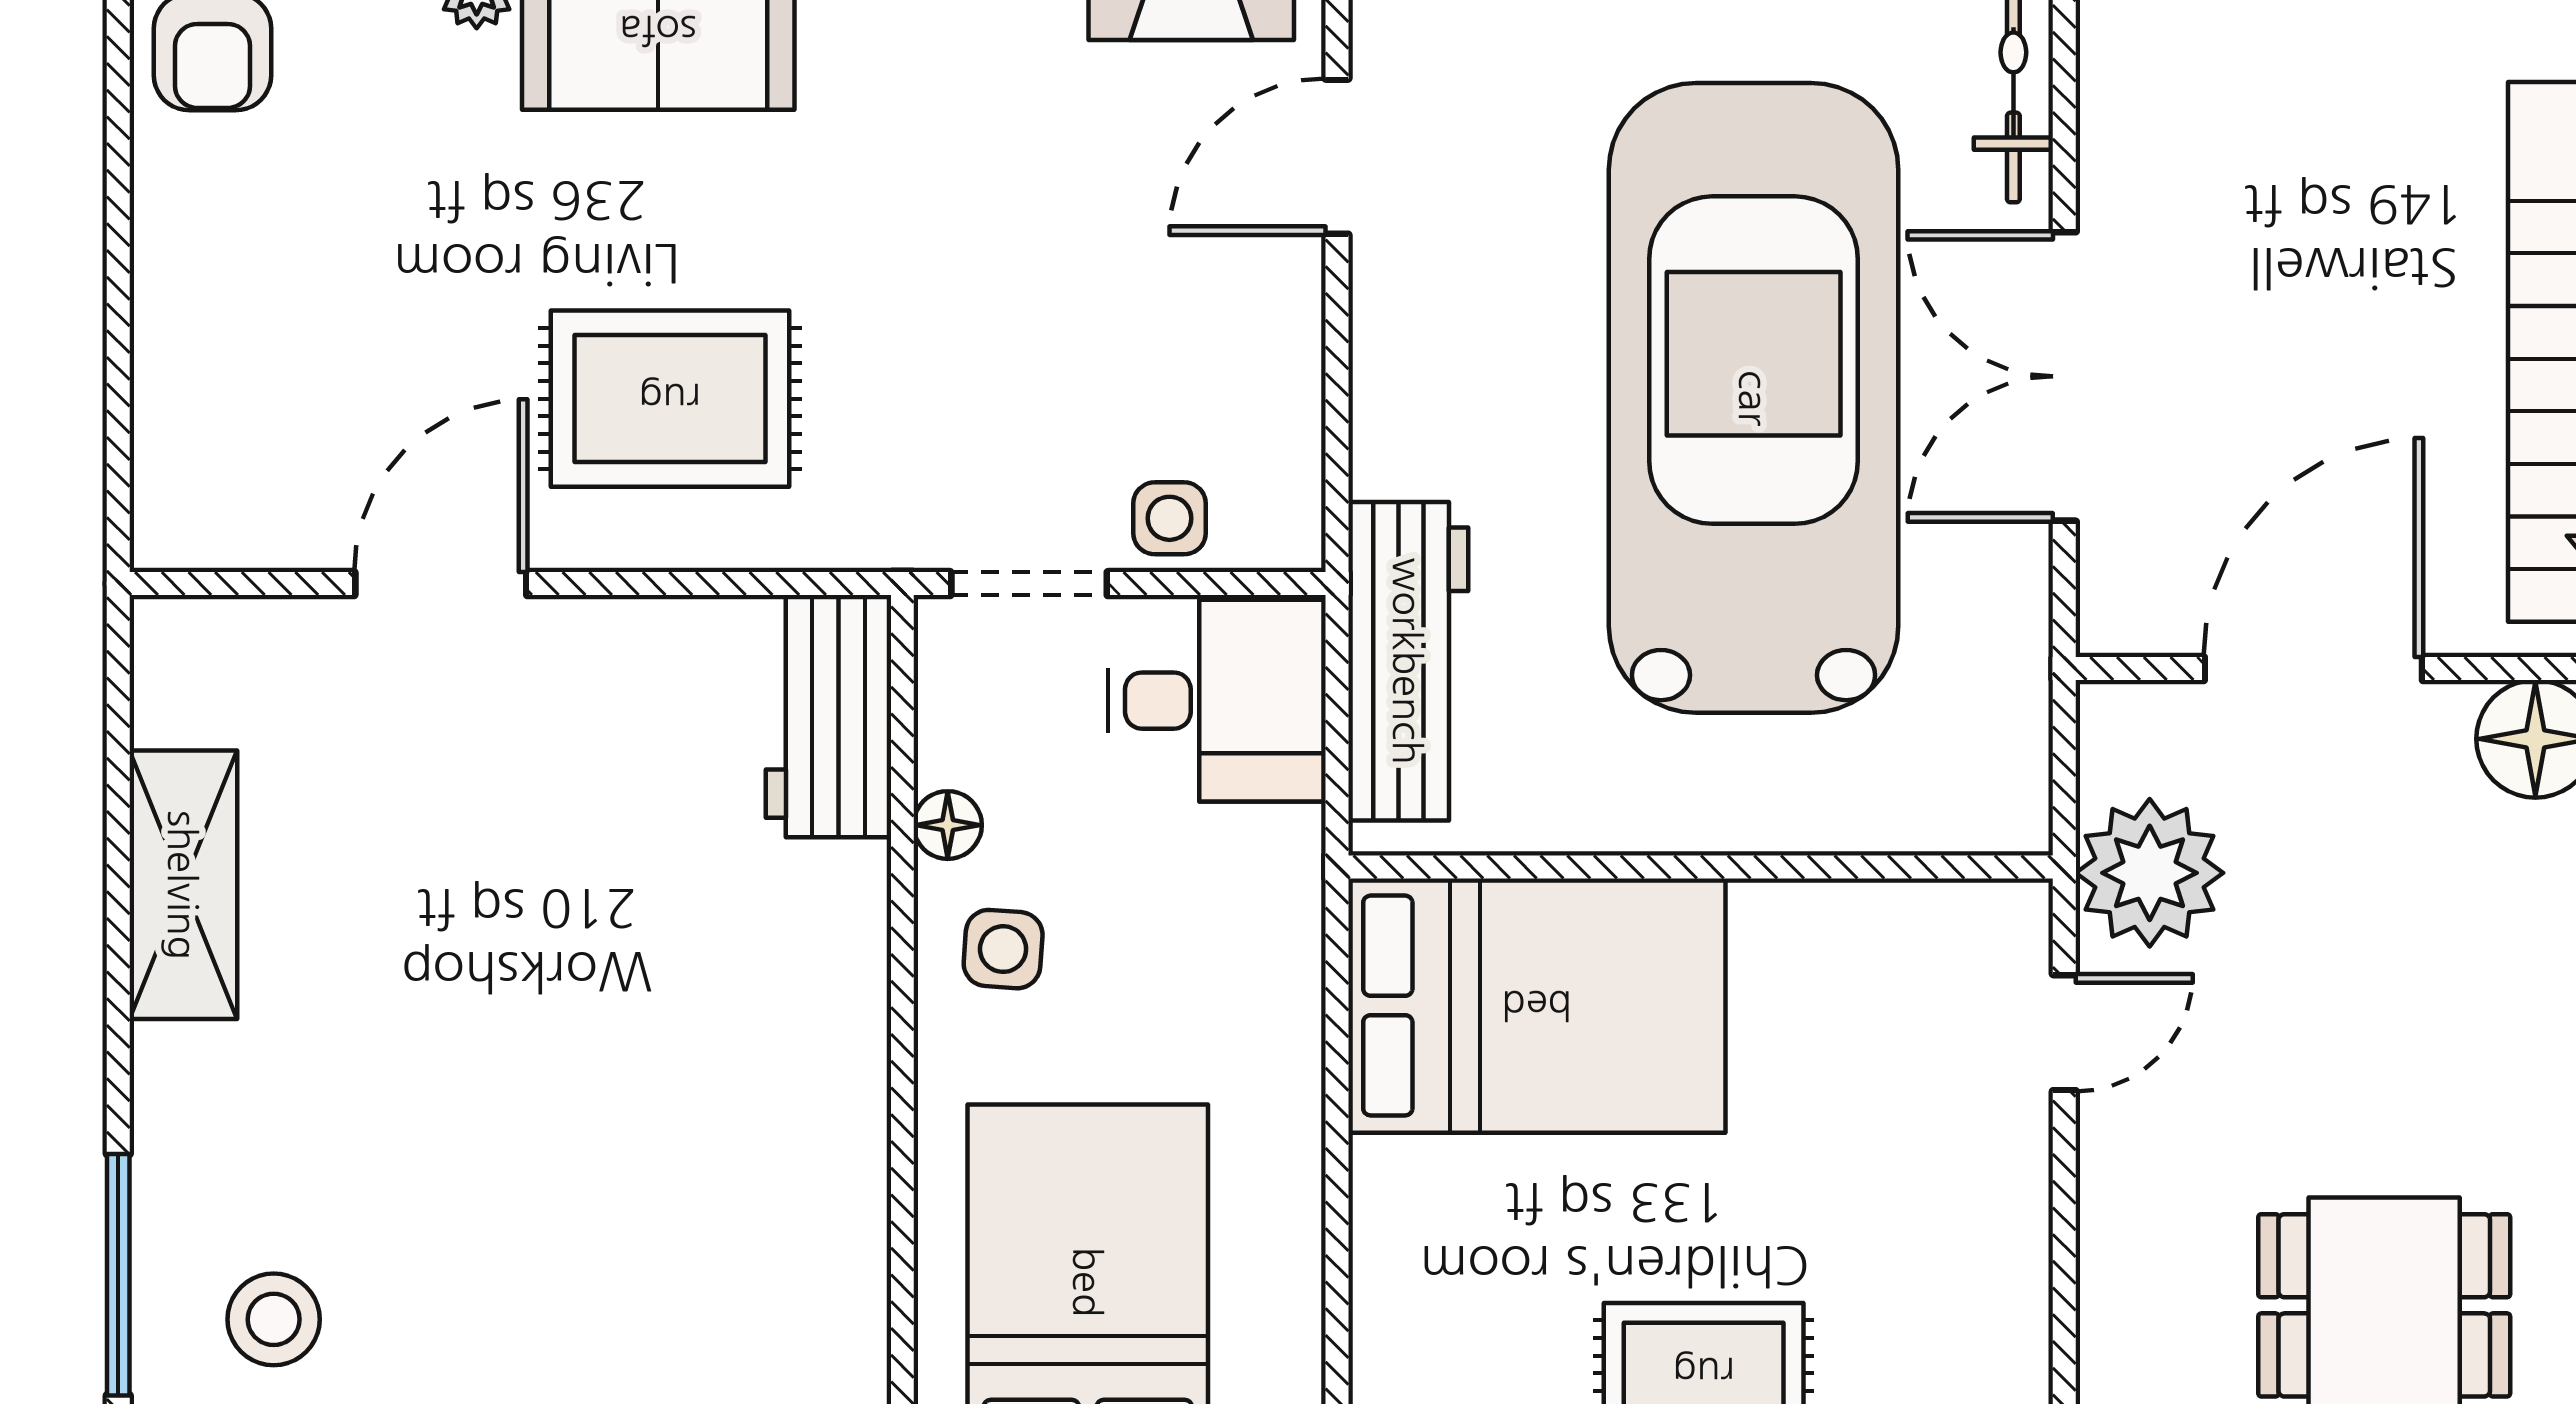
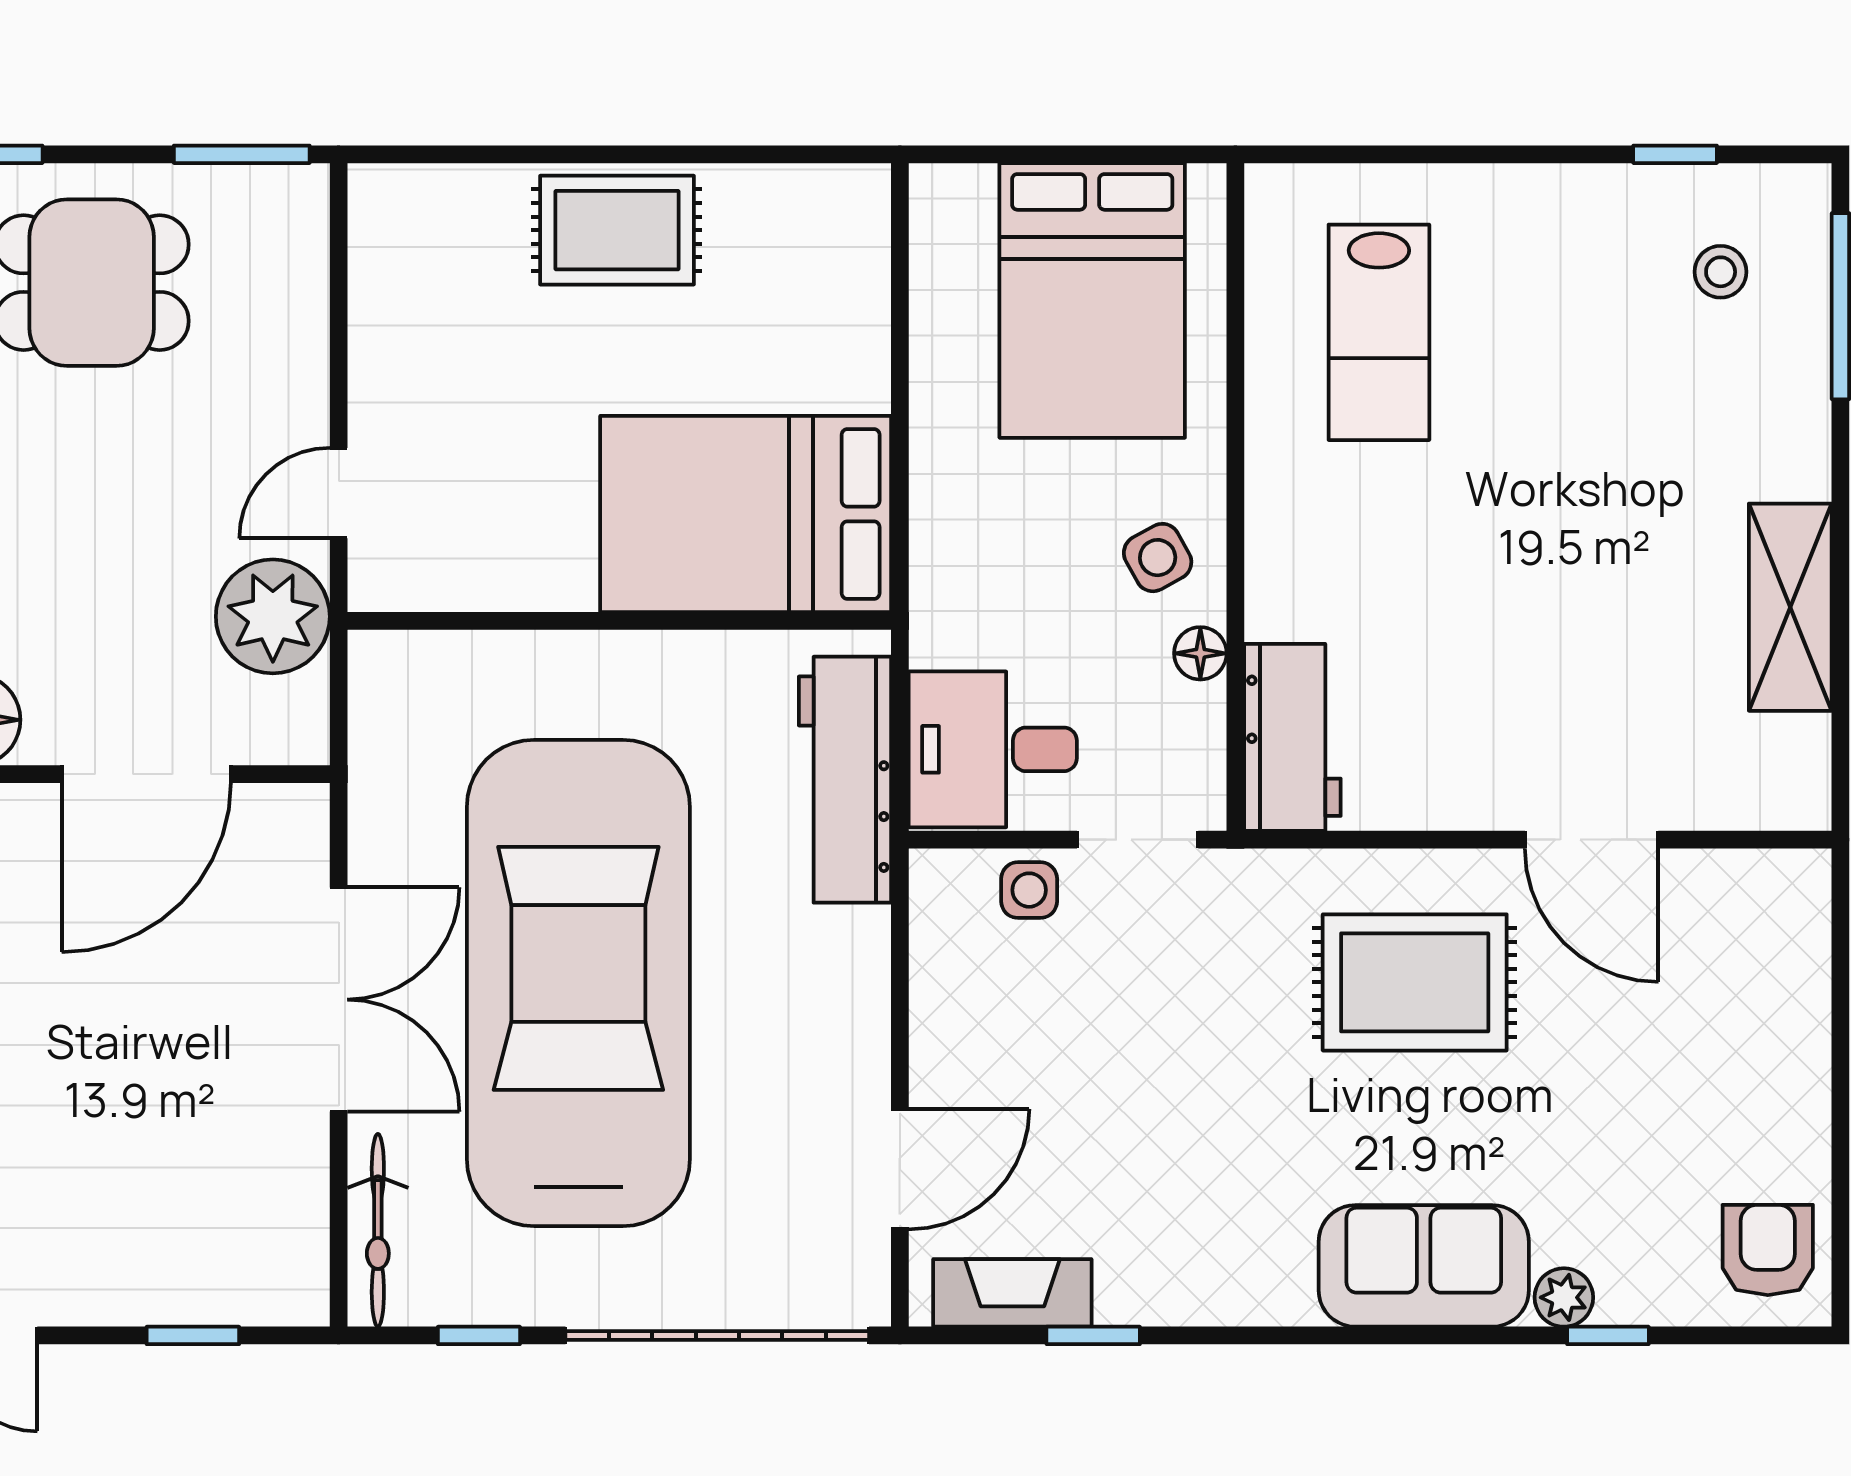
car: (1754, 398) -> (578, 983), turned 180
door: (441, 584) -> (1592, 840), hinge flipped
side table: (1003, 949) -> (1158, 558), turned -33
lab bench: (716, 1241) -> (1379, 332), added
stool: (274, 1319) -> (1721, 272), width x0.73, depth x0.73

